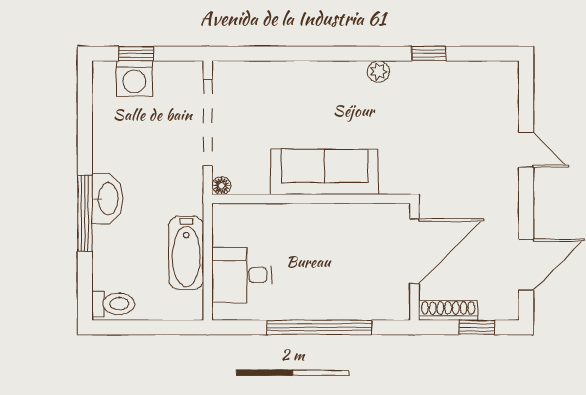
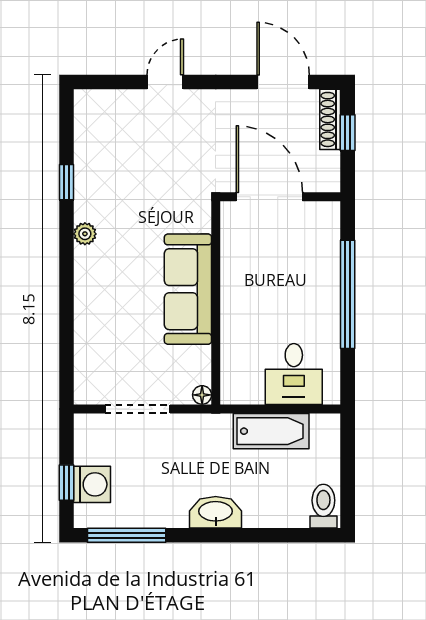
doorway: (208, 123) -> (137, 409), width x0.73
window: (85, 213) -> (127, 535), moved
shoe rack: (448, 310) -> (330, 119), moved

